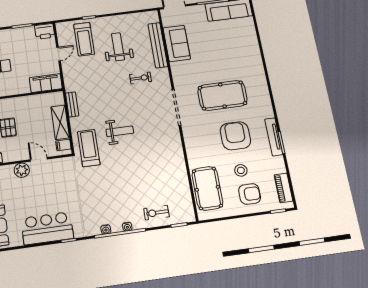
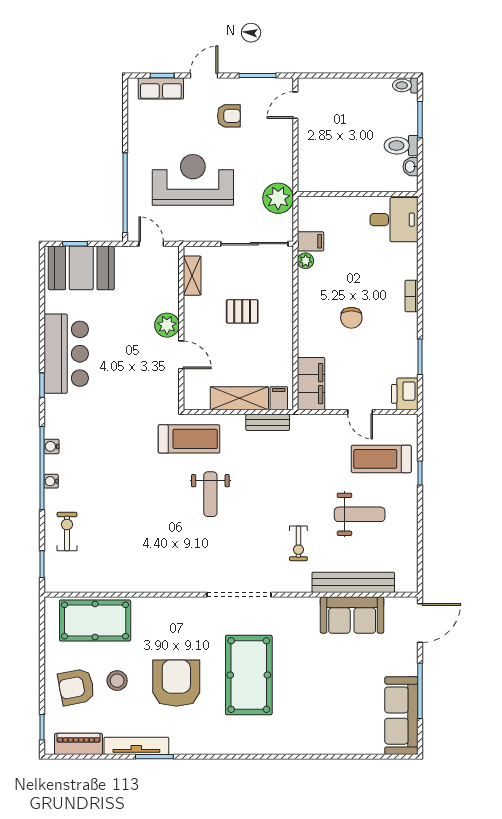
armchair: (235, 136) -> (176, 683), turned -90
tv unit: (274, 137) -> (136, 746), moved
filing cabinet: (63, 145) -> (279, 398), moved
door: (39, 159) -> (181, 355), hinge flipped
armchair: (250, 194) -> (76, 687), turned 79

